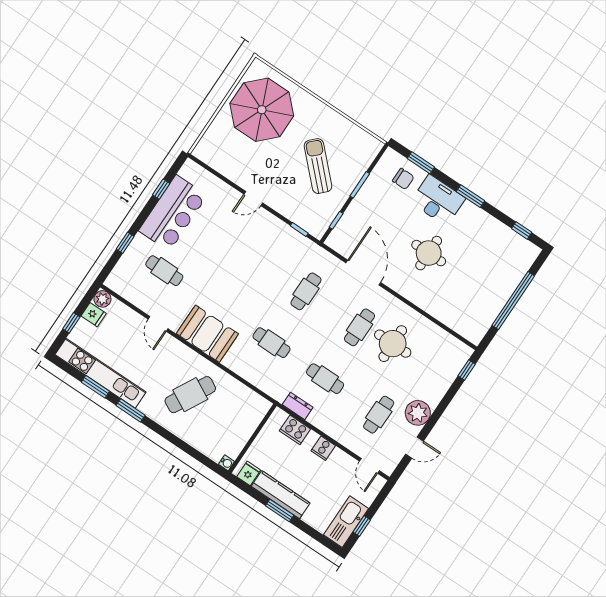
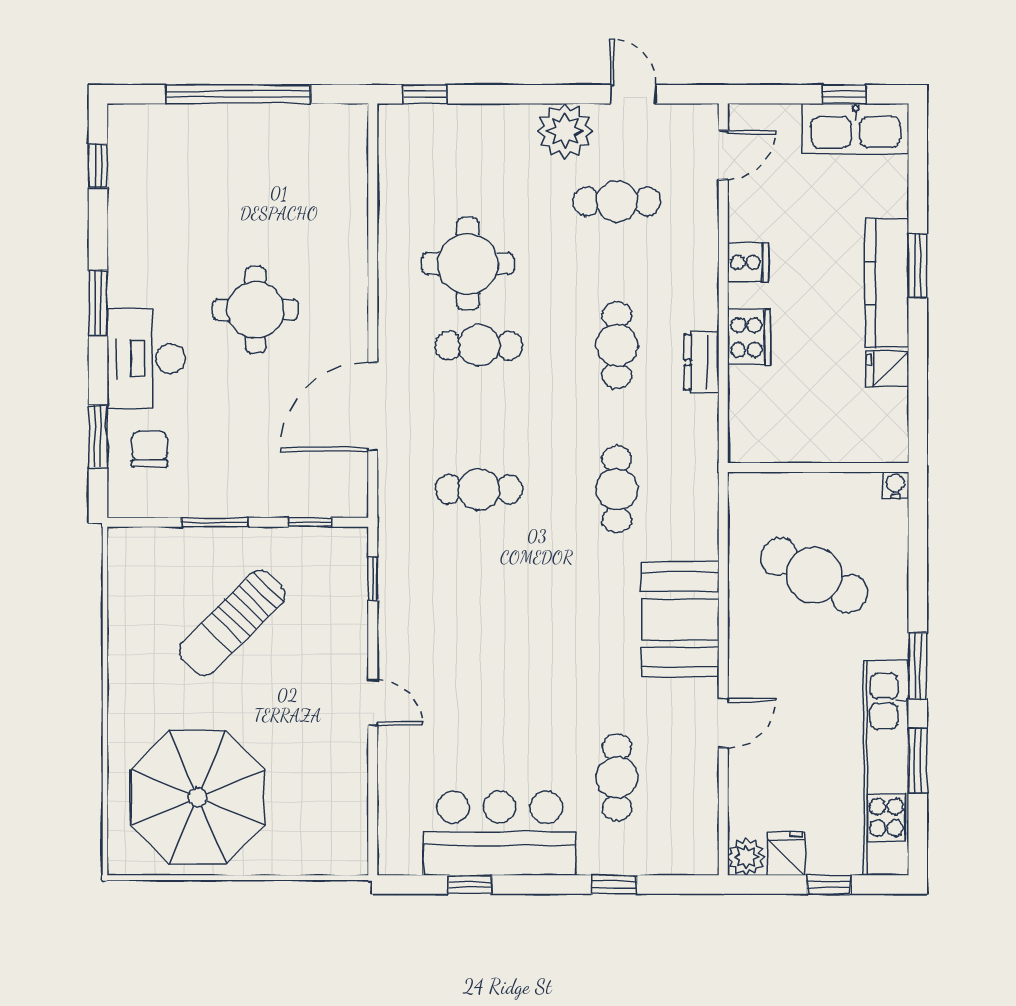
wall: (252, 438) -> (818, 467), moved
water cooler: (227, 463) -> (895, 485), moved

